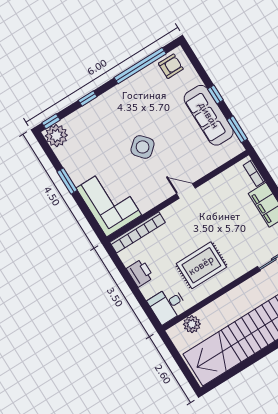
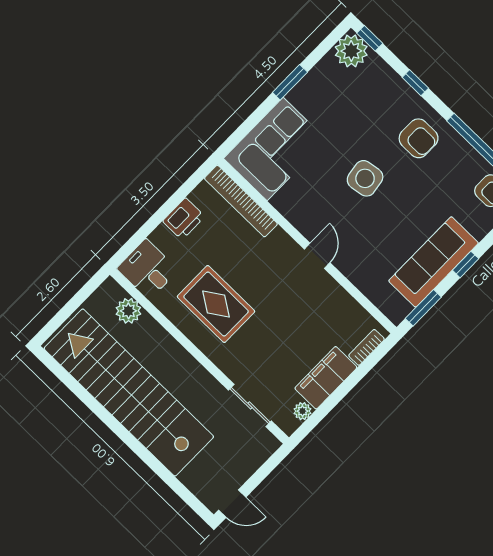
armchair: (125, 105) -> (419, 138), added
side table: (143, 147) -> (365, 178), turned 32

